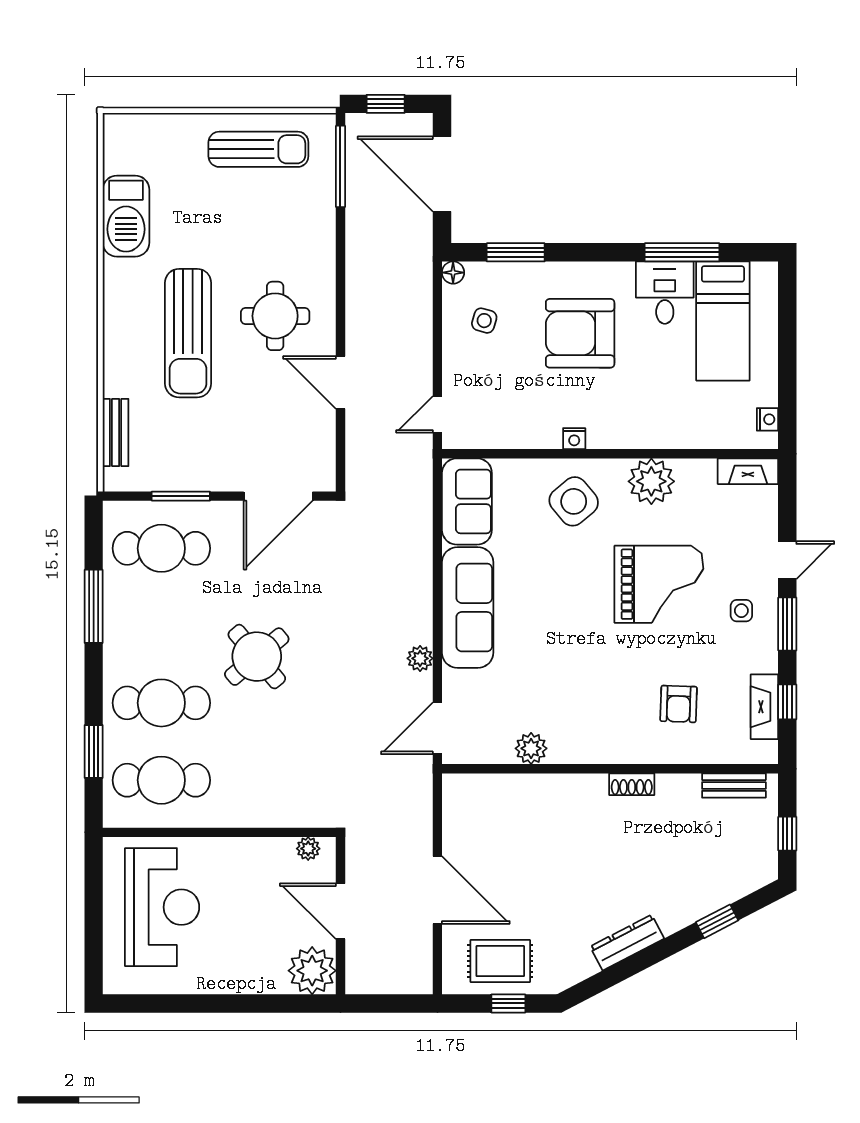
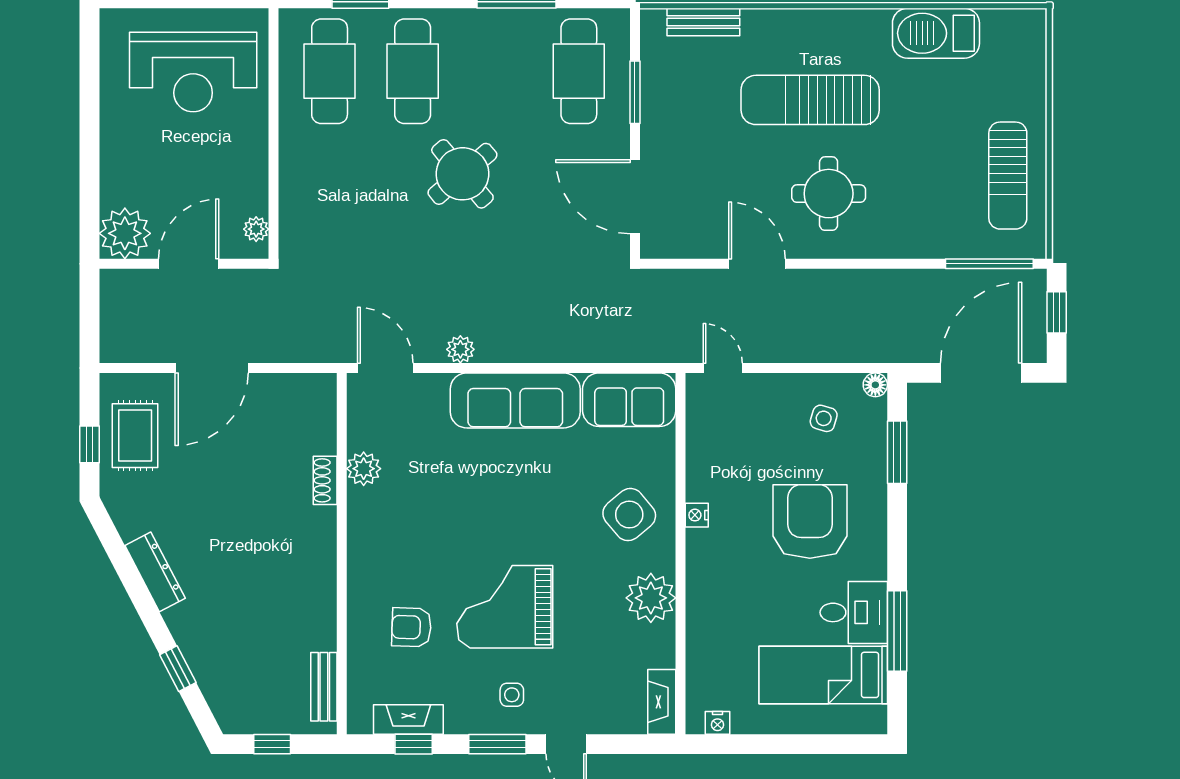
door: (340, 383) -> (757, 264), hinge flipped
grand piano: (659, 584) -> (505, 607), moved, turned 90
shoe rack: (632, 784) -> (325, 480), moved

